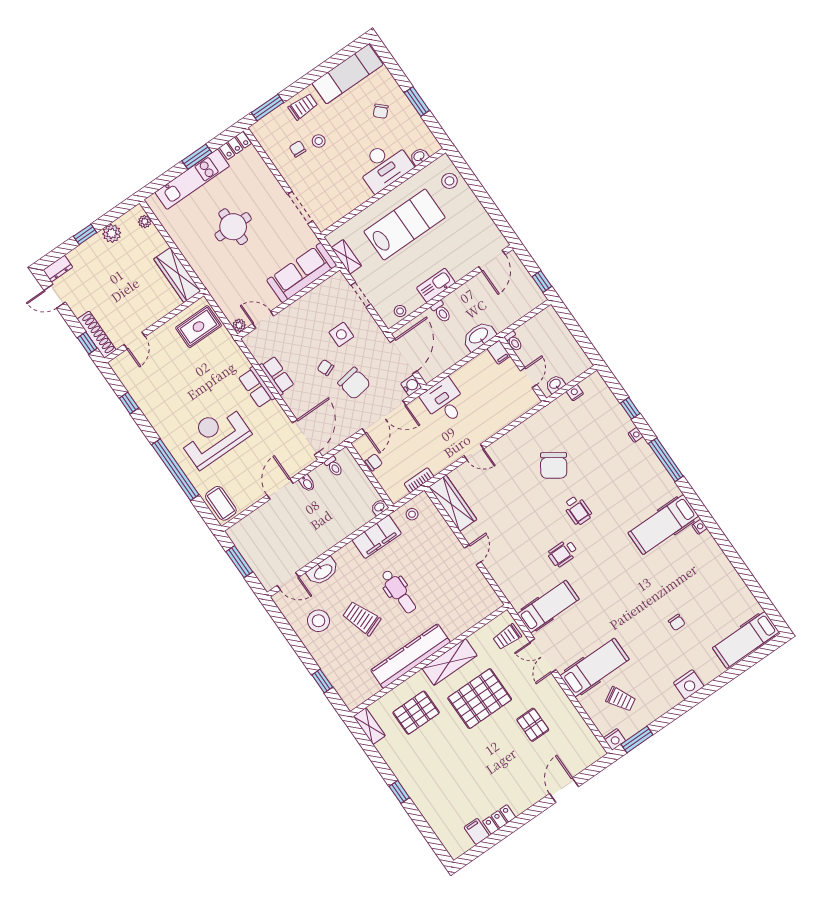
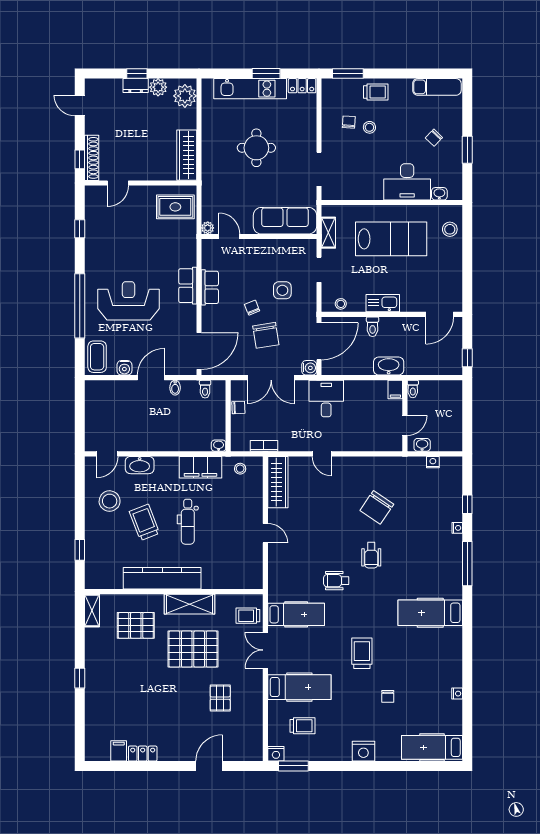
exam couch: (347, 74) -> (437, 87), width x0.73, depth x0.69
plant: (145, 222) -> (185, 96), width x1.88, depth x1.88
dresser: (58, 269) -> (136, 86), moved
water cooler: (251, 497) -> (124, 368), added
nightstand: (699, 527) -> (457, 694), moved
door: (473, 555) -> (265, 533), hinge flipped
window: (239, 562) -> (80, 412), removed
door: (288, 581) -> (107, 454), hinge flipped
trolley: (628, 601) -> (362, 653), added
trolley: (621, 699) -> (303, 726), turned -60

